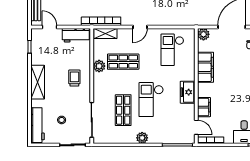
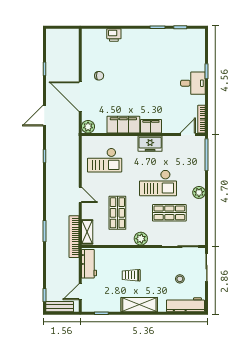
plant: (99, 66) -> (141, 239), moved
trolley: (74, 78) -> (131, 275), moved
filing cabinet: (204, 107) -> (151, 126), moved

